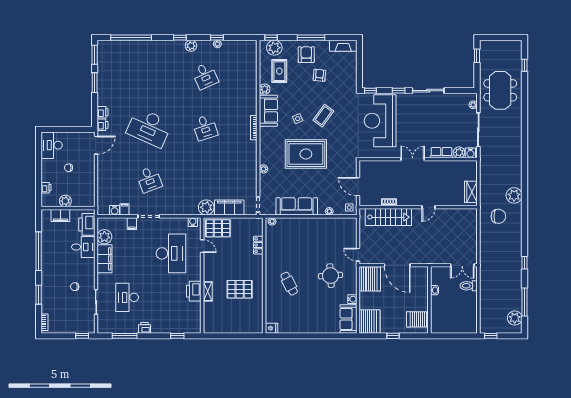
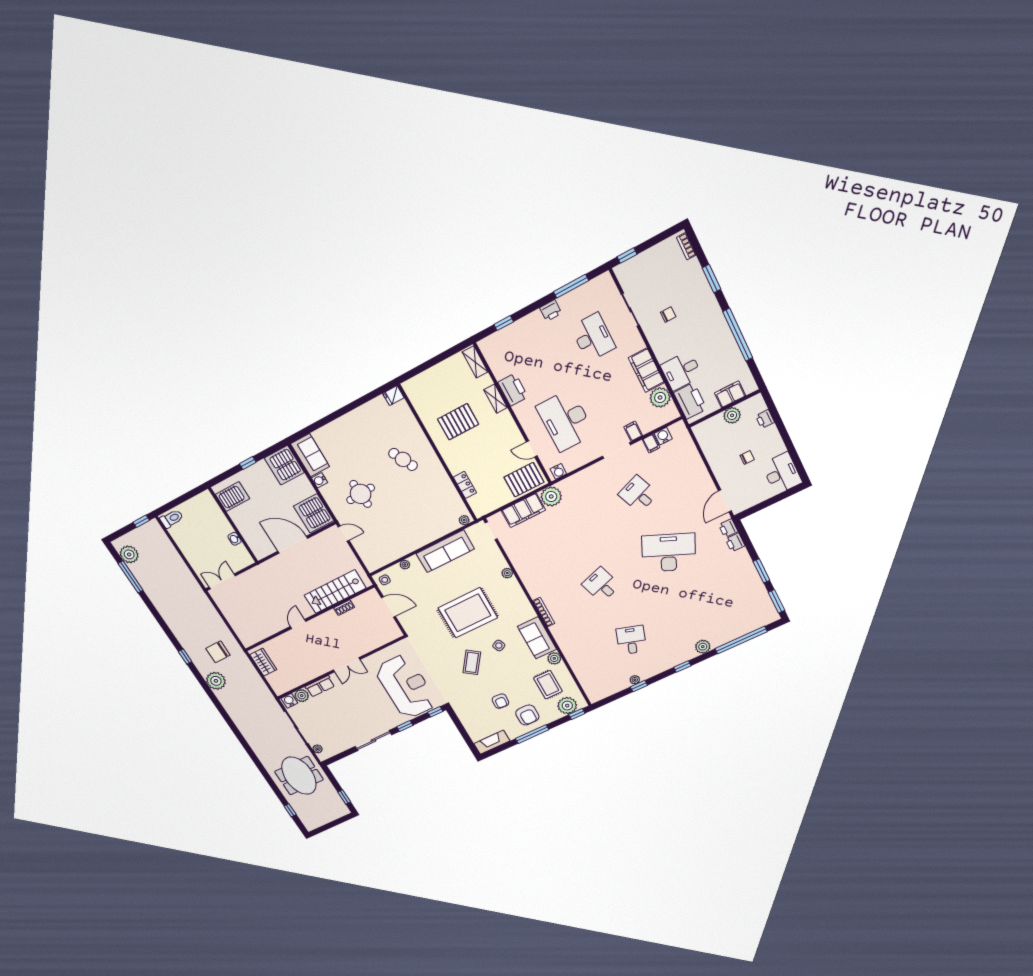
plant: (191, 46) -> (703, 647), moved
desk: (205, 76) -> (631, 640), turned 42
window: (525, 263) -> (185, 657), moved
toilet: (469, 286) -> (172, 519), moved
shelving: (208, 322) -> (475, 362), added

